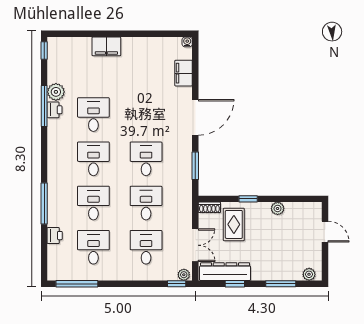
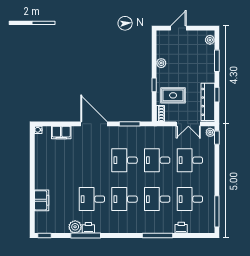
filing cabinet: (106, 46) -> (42, 200), moved
double door: (195, 245) -> (188, 124), swing flipped

